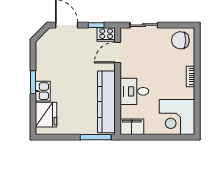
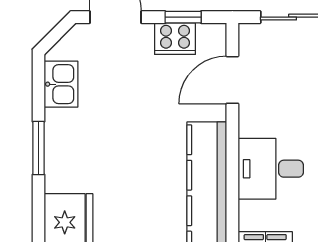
cooker: (106, 35) -> (175, 39), moved
kitchen sink: (43, 91) -> (61, 84), moved

